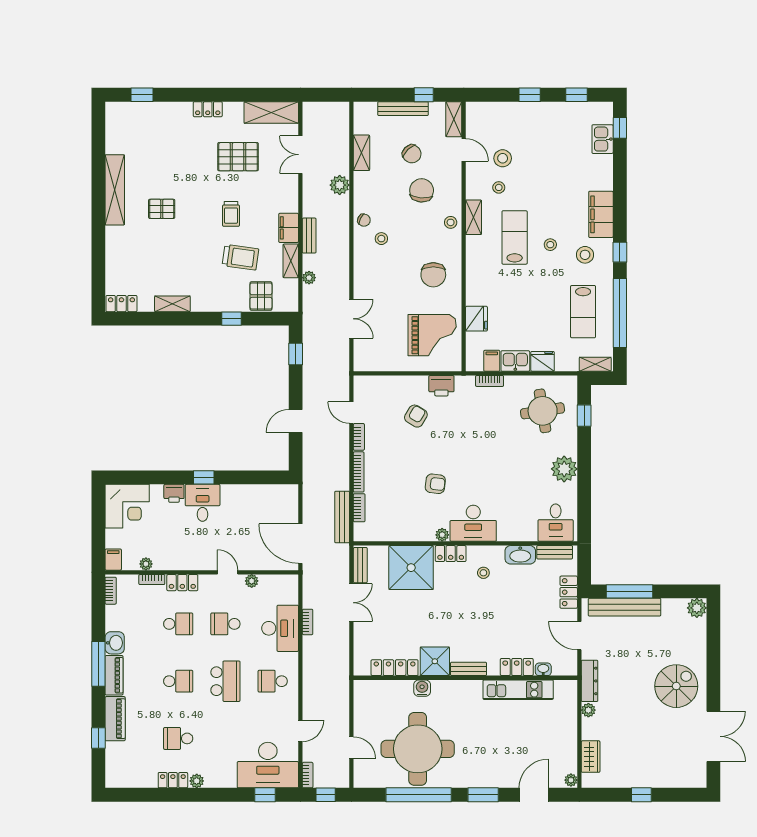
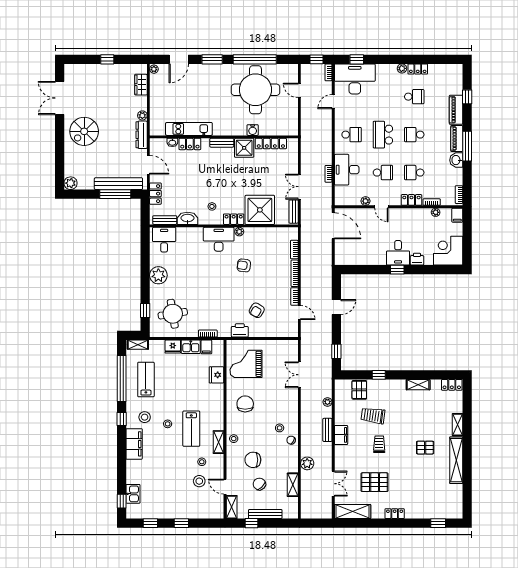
chair: (422, 190) -> (253, 460), turned 85
shelving: (291, 261) -> (458, 425), moved
bench: (342, 517) -> (306, 243), removed

